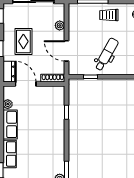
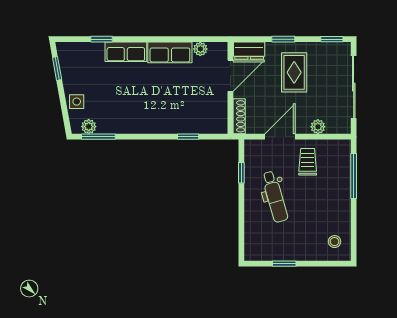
trolley: (109, 15) -> (308, 162), moved
rug: (23, 41) -> (294, 72), turned 90
dental chair: (107, 54) -> (275, 197), turned 45

